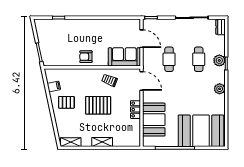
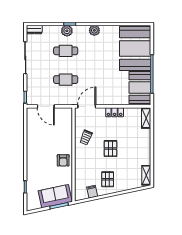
door: (141, 39) -> (46, 106), swing flipped
sofa: (124, 57) -> (55, 196), moved, turned 78
pallet: (98, 105) -> (110, 149), width x0.67, depth x0.71
booth: (154, 120) -> (140, 87), moved, turned 90
shelving: (102, 142) -> (146, 118), moved

